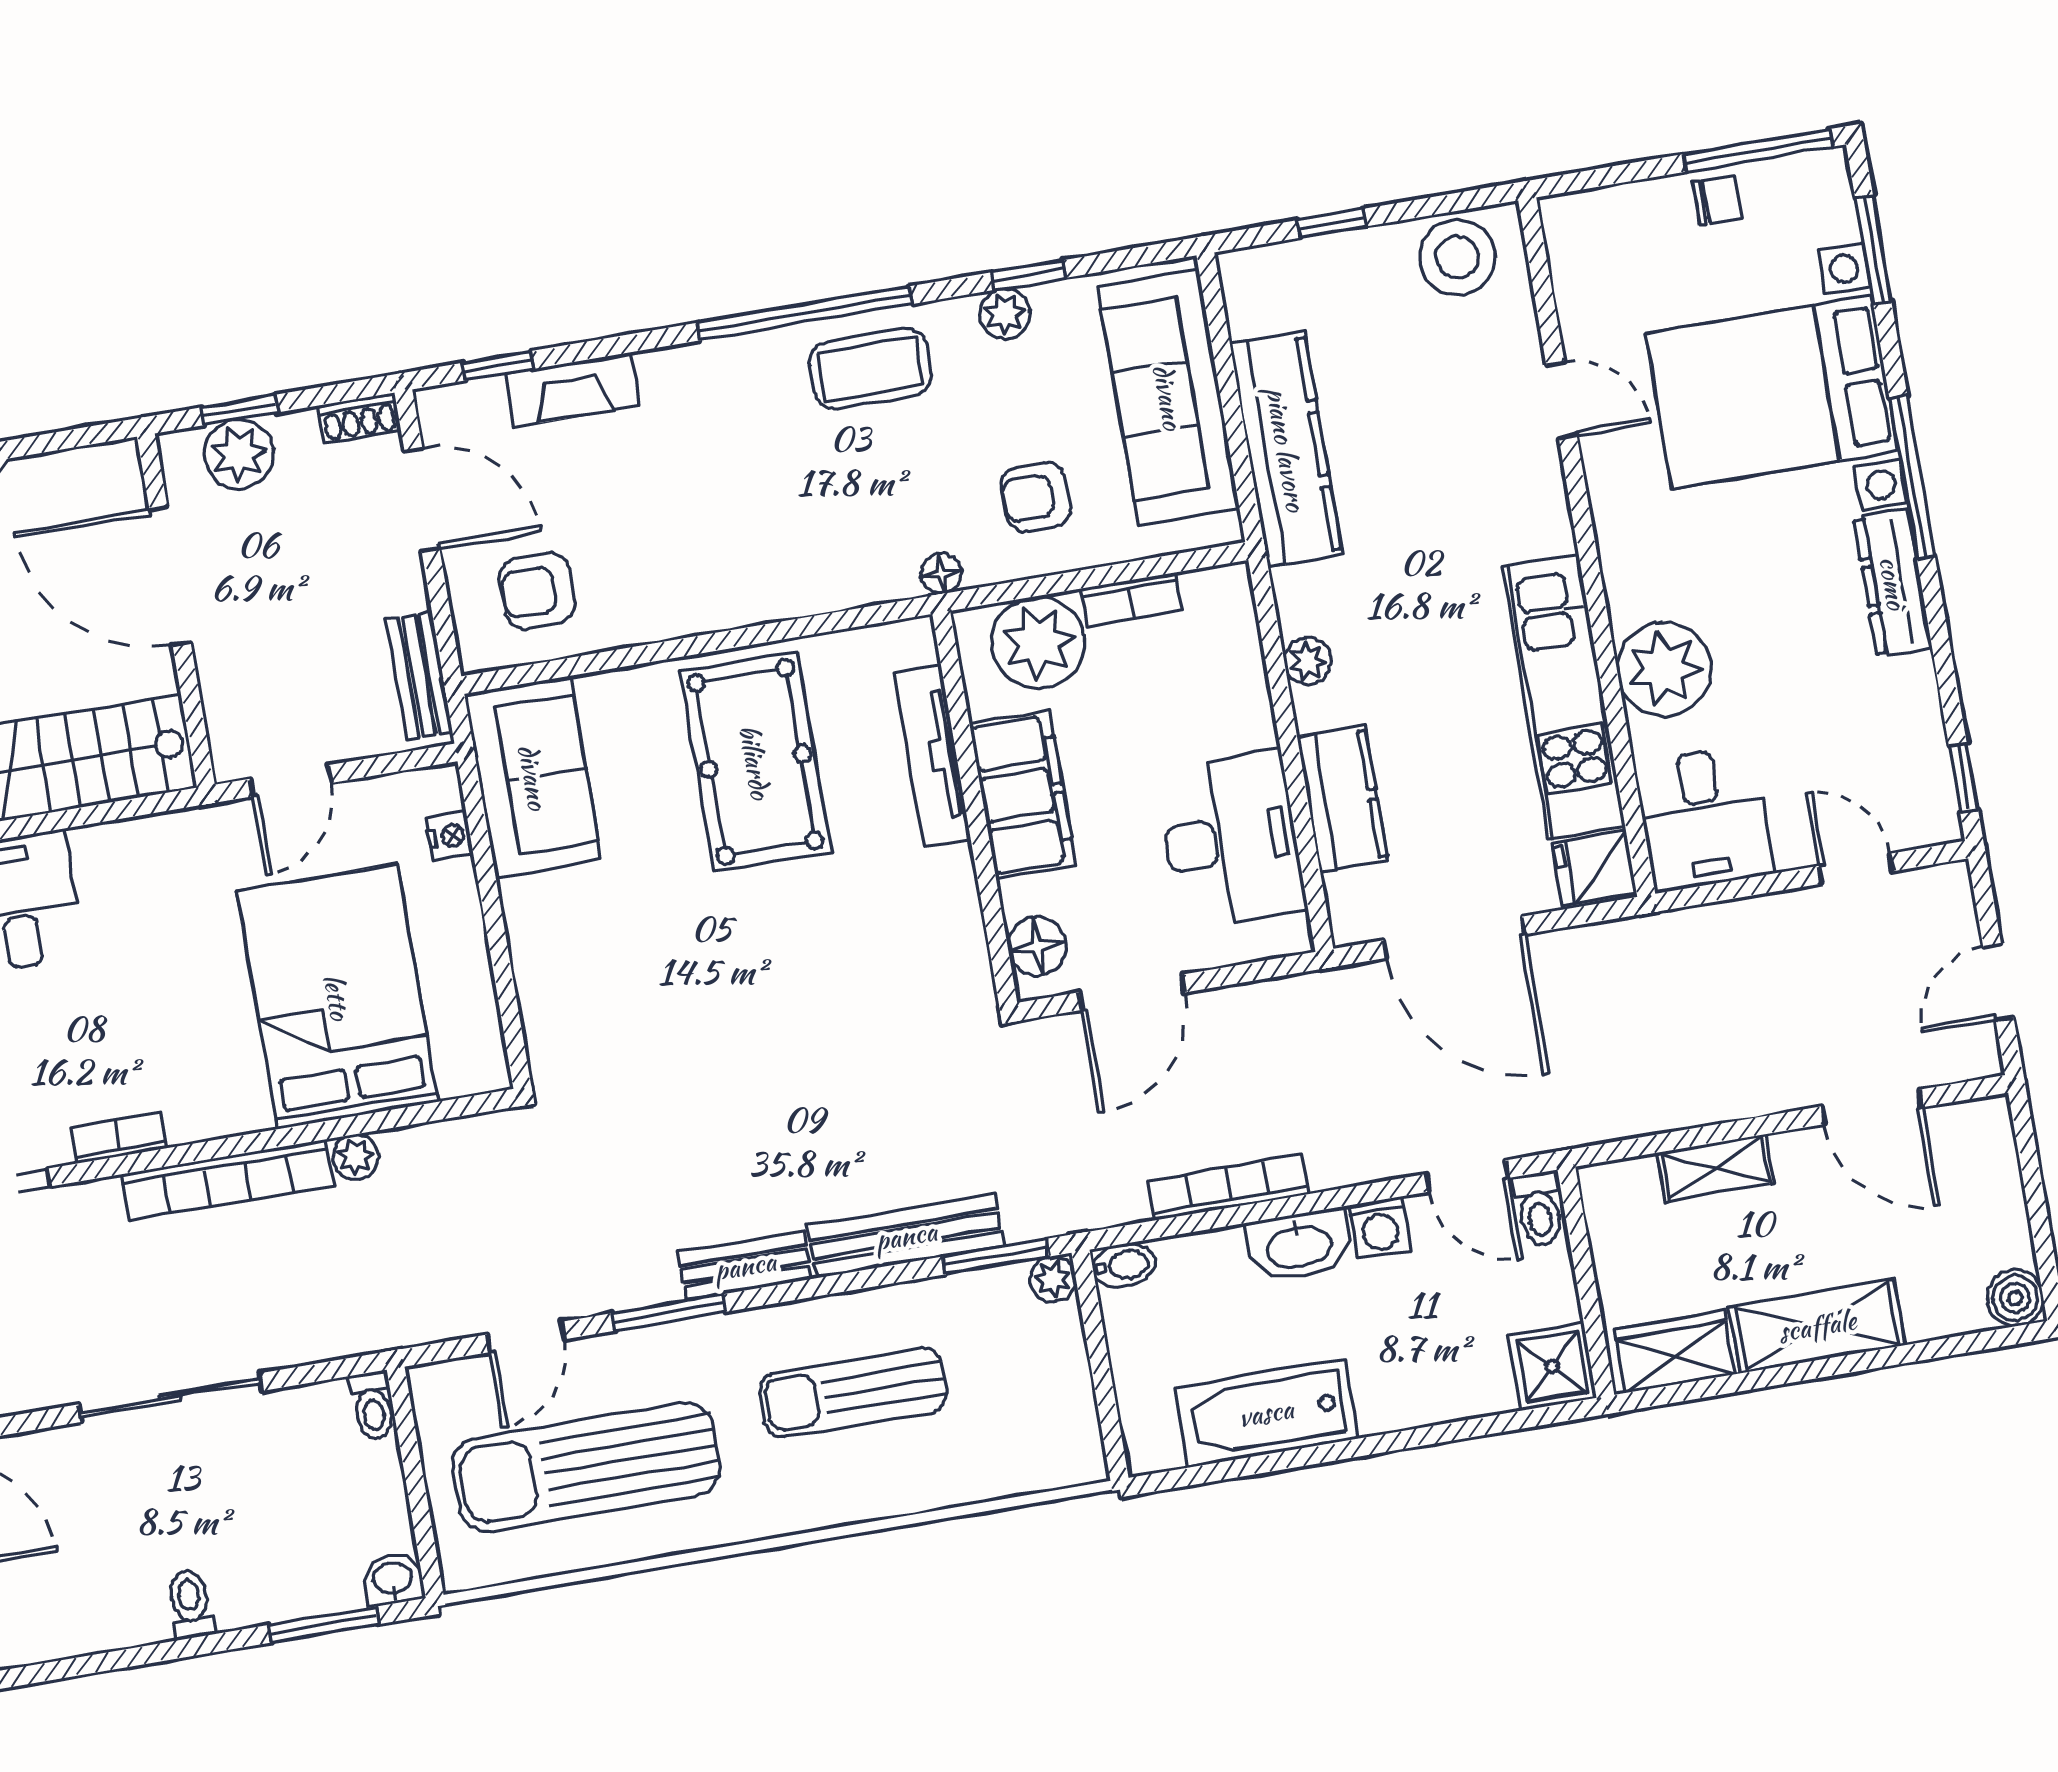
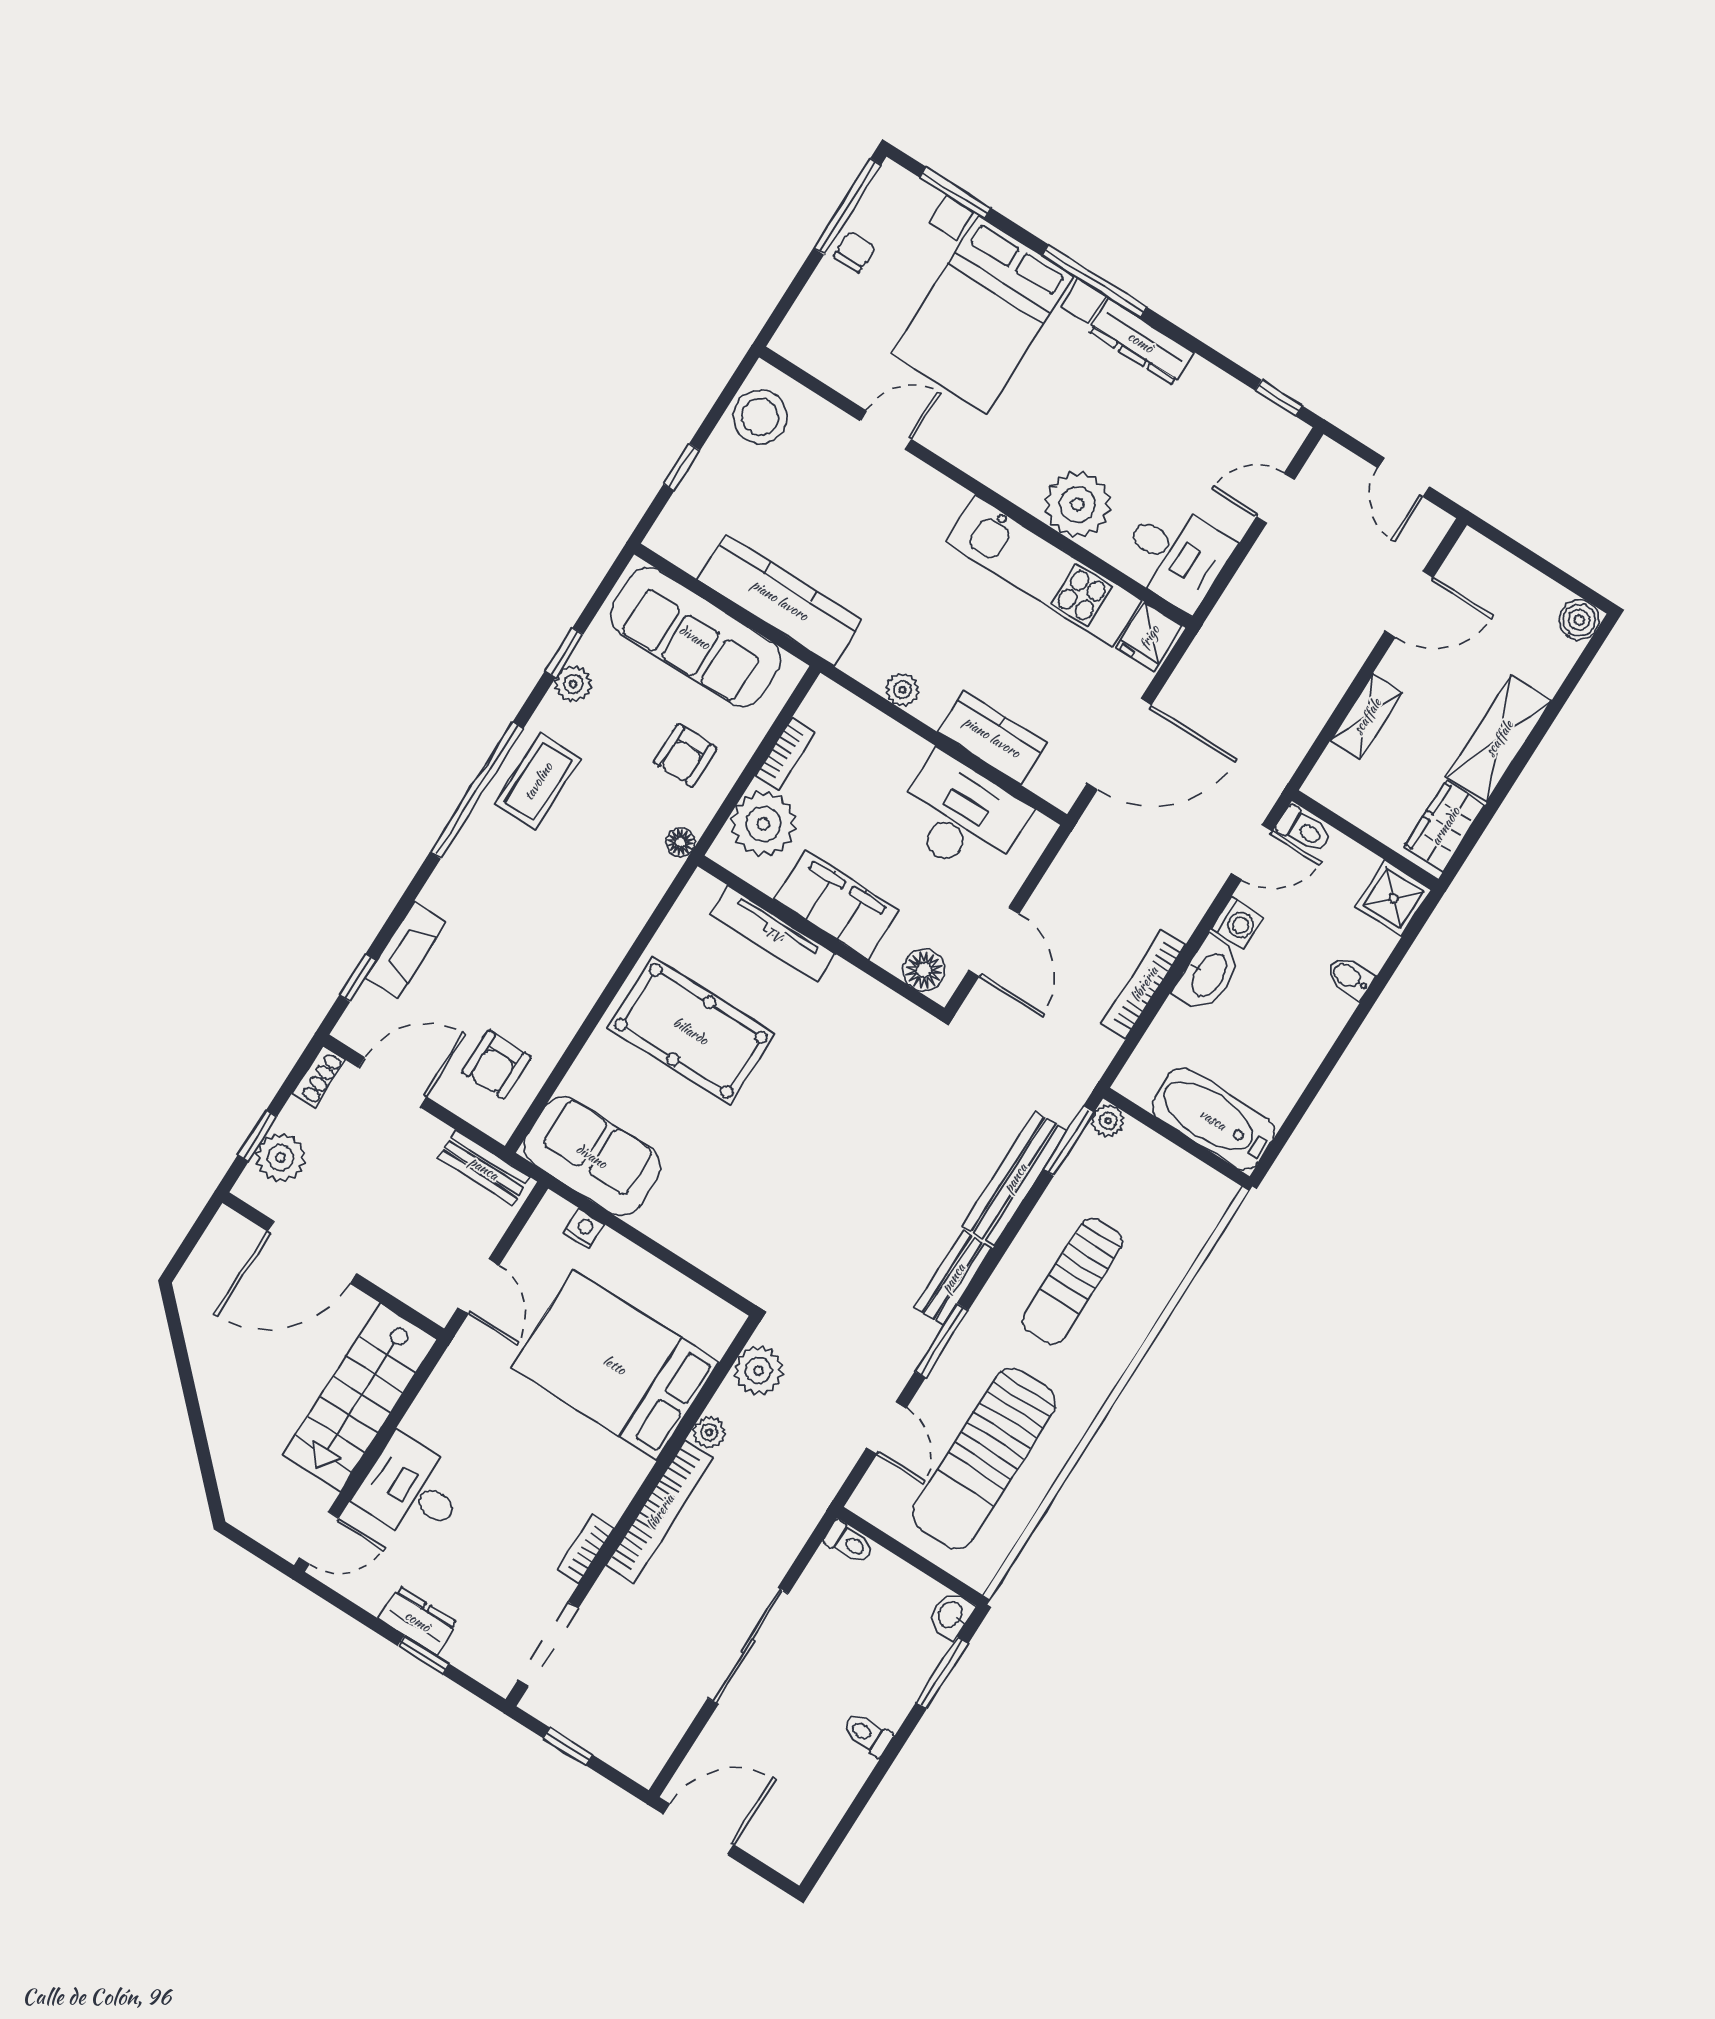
plant: (466, 1150) -> (758, 1370), added
bidet: (1124, 1265) -> (1350, 977), moved, turned -90
bathtub: (1266, 1413) -> (1213, 1119), moved, turned 90

